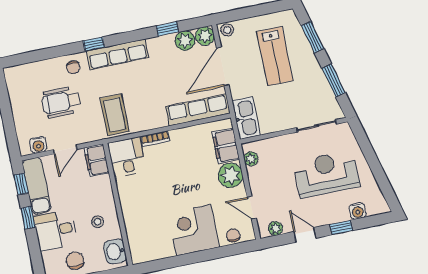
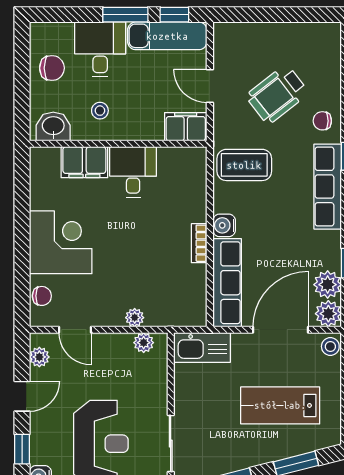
door: (223, 67) -> (280, 330), hinge flipped
wheelchair: (61, 102) -> (277, 94), turned -128
bookcase: (155, 139) -> (199, 243), moved
water cooler: (38, 145) -> (224, 225), moved
filing cabinet: (226, 146) -> (84, 162), moved, turned 180
desk: (127, 157) -> (133, 172), moved, turned -90
plant: (230, 175) -> (135, 318), width x0.53, depth x0.53
door: (252, 208) -> (75, 330), swing flipped
window: (28, 218) -> (125, 15), width x1.50

